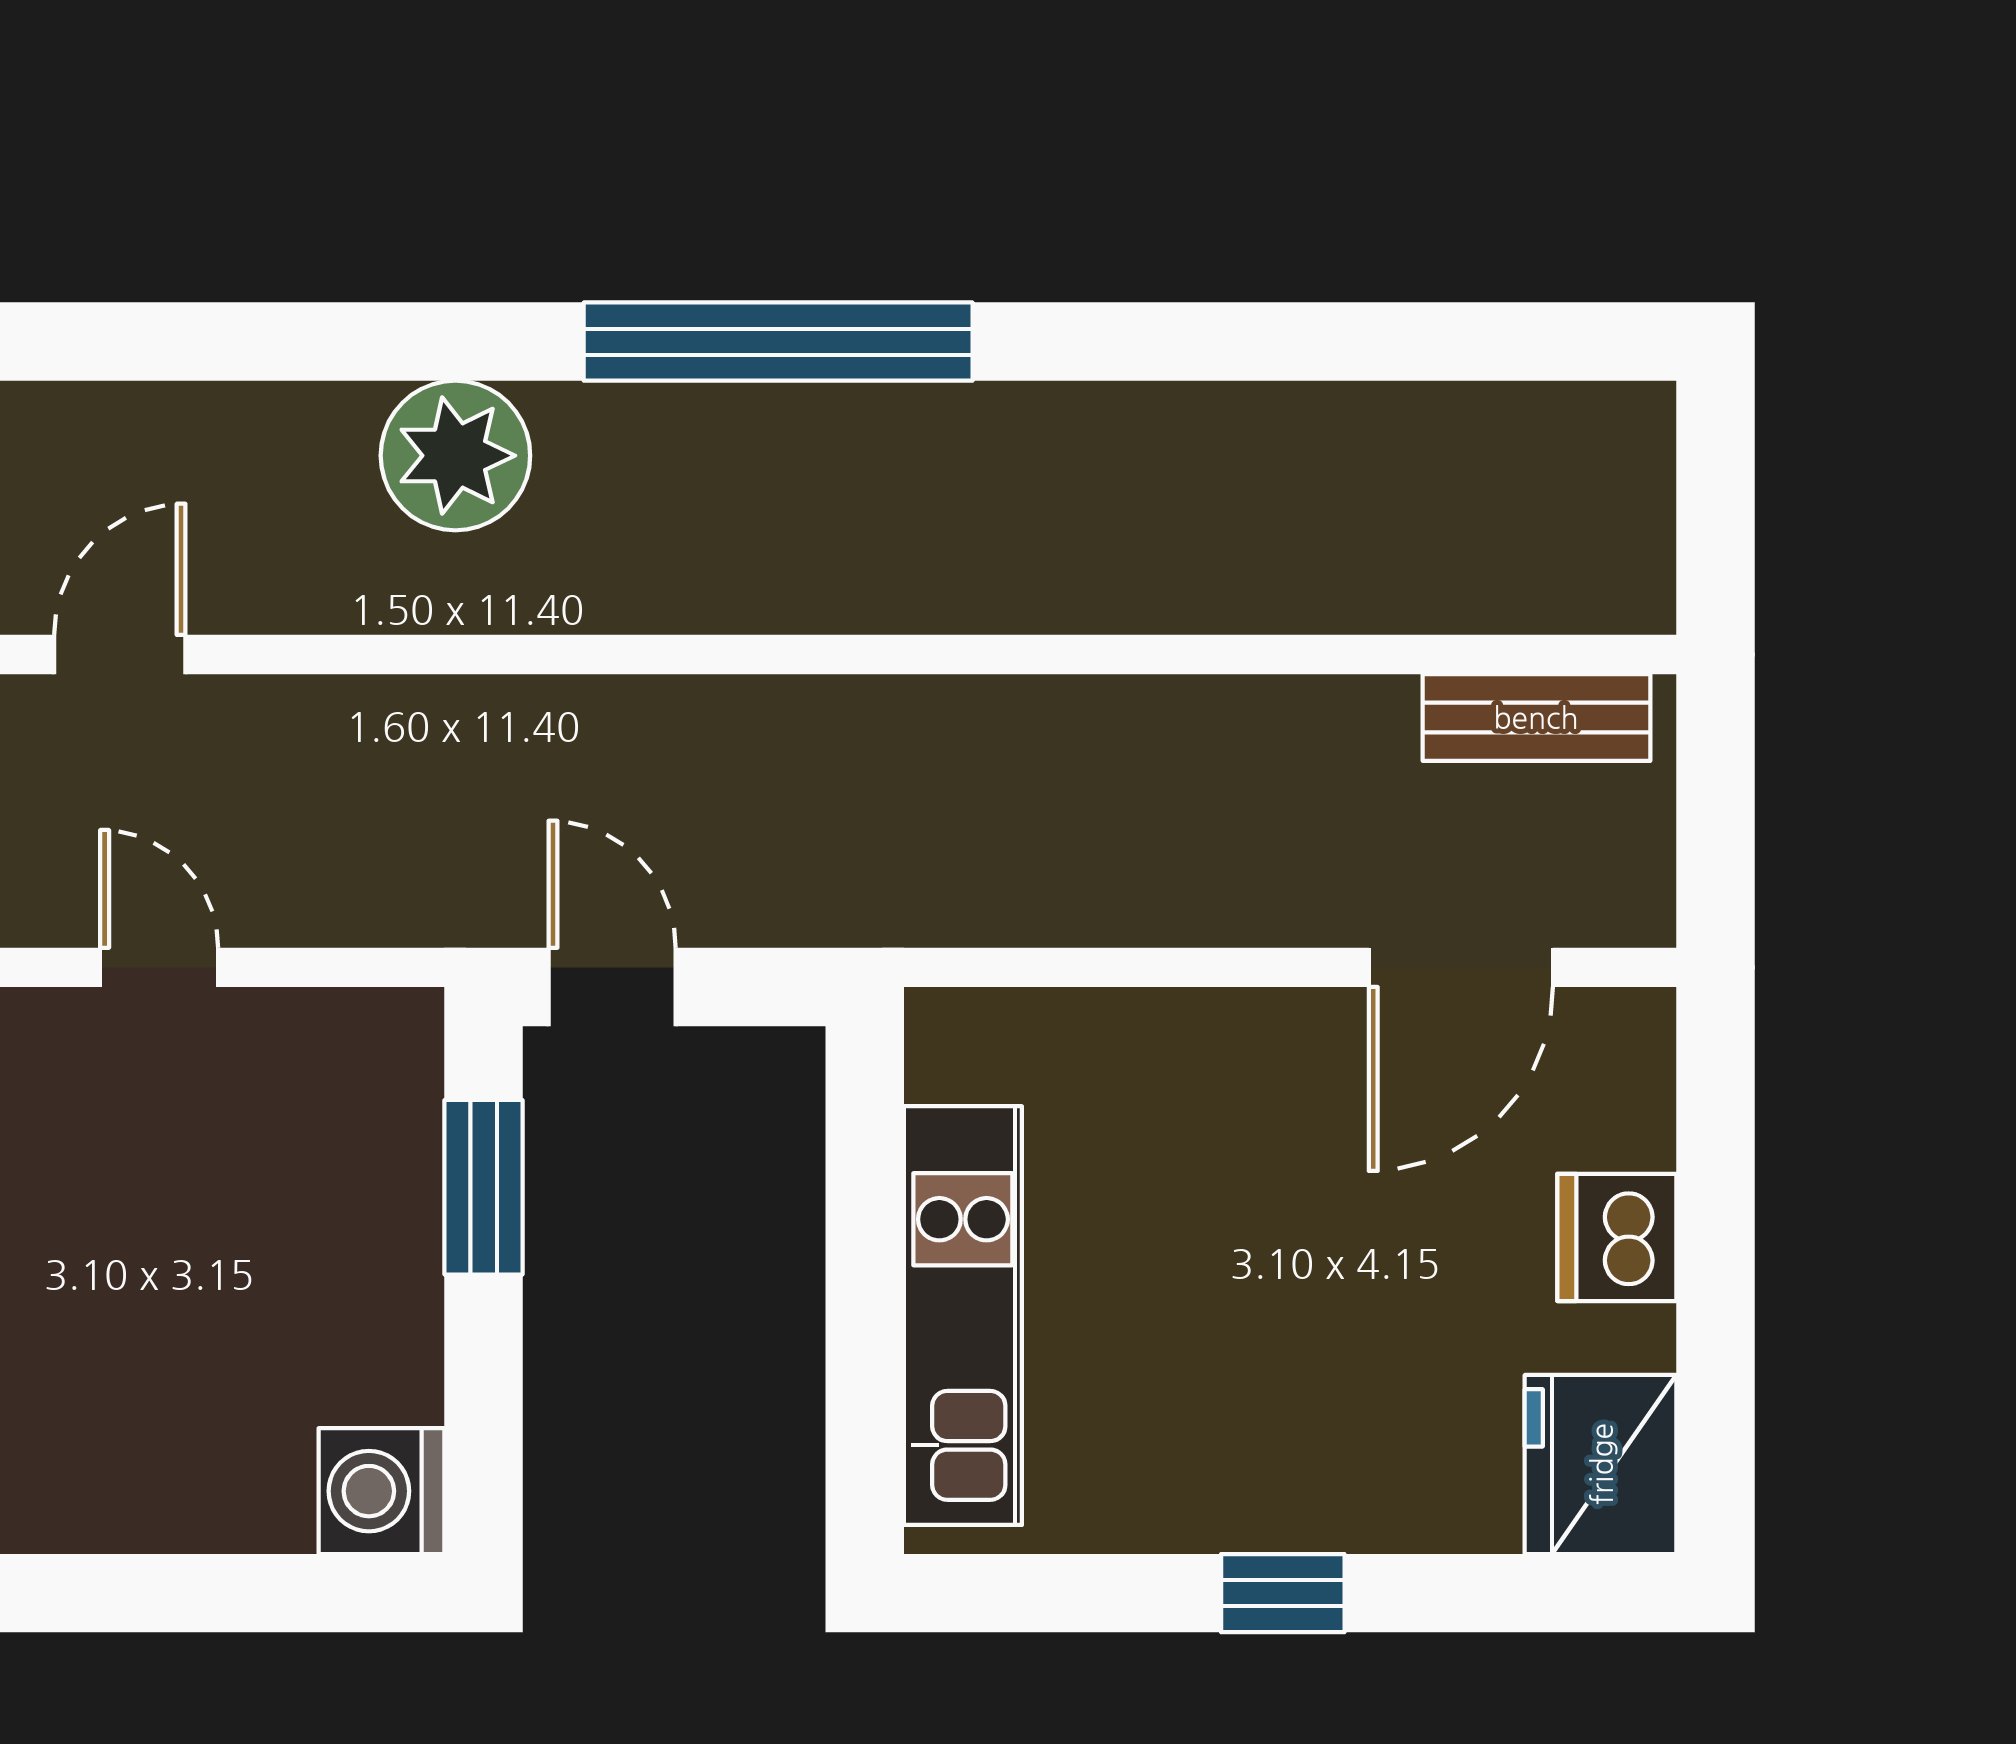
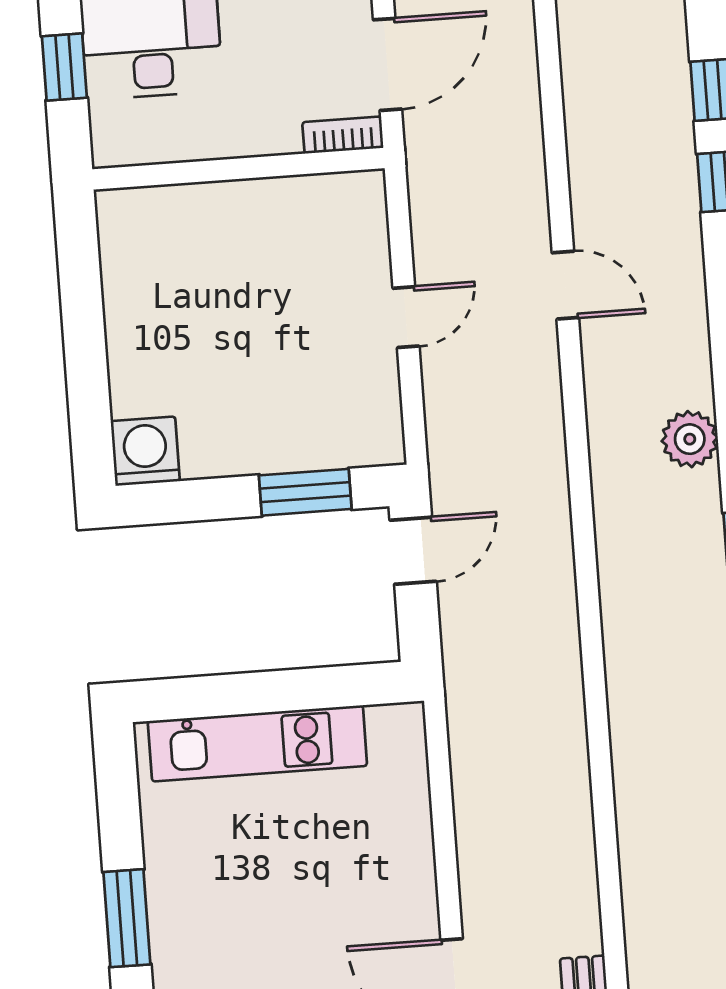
plant: (455, 456) -> (690, 439), width x0.73, depth x0.73
window: (1283, 1593) -> (127, 918), width x1.50

